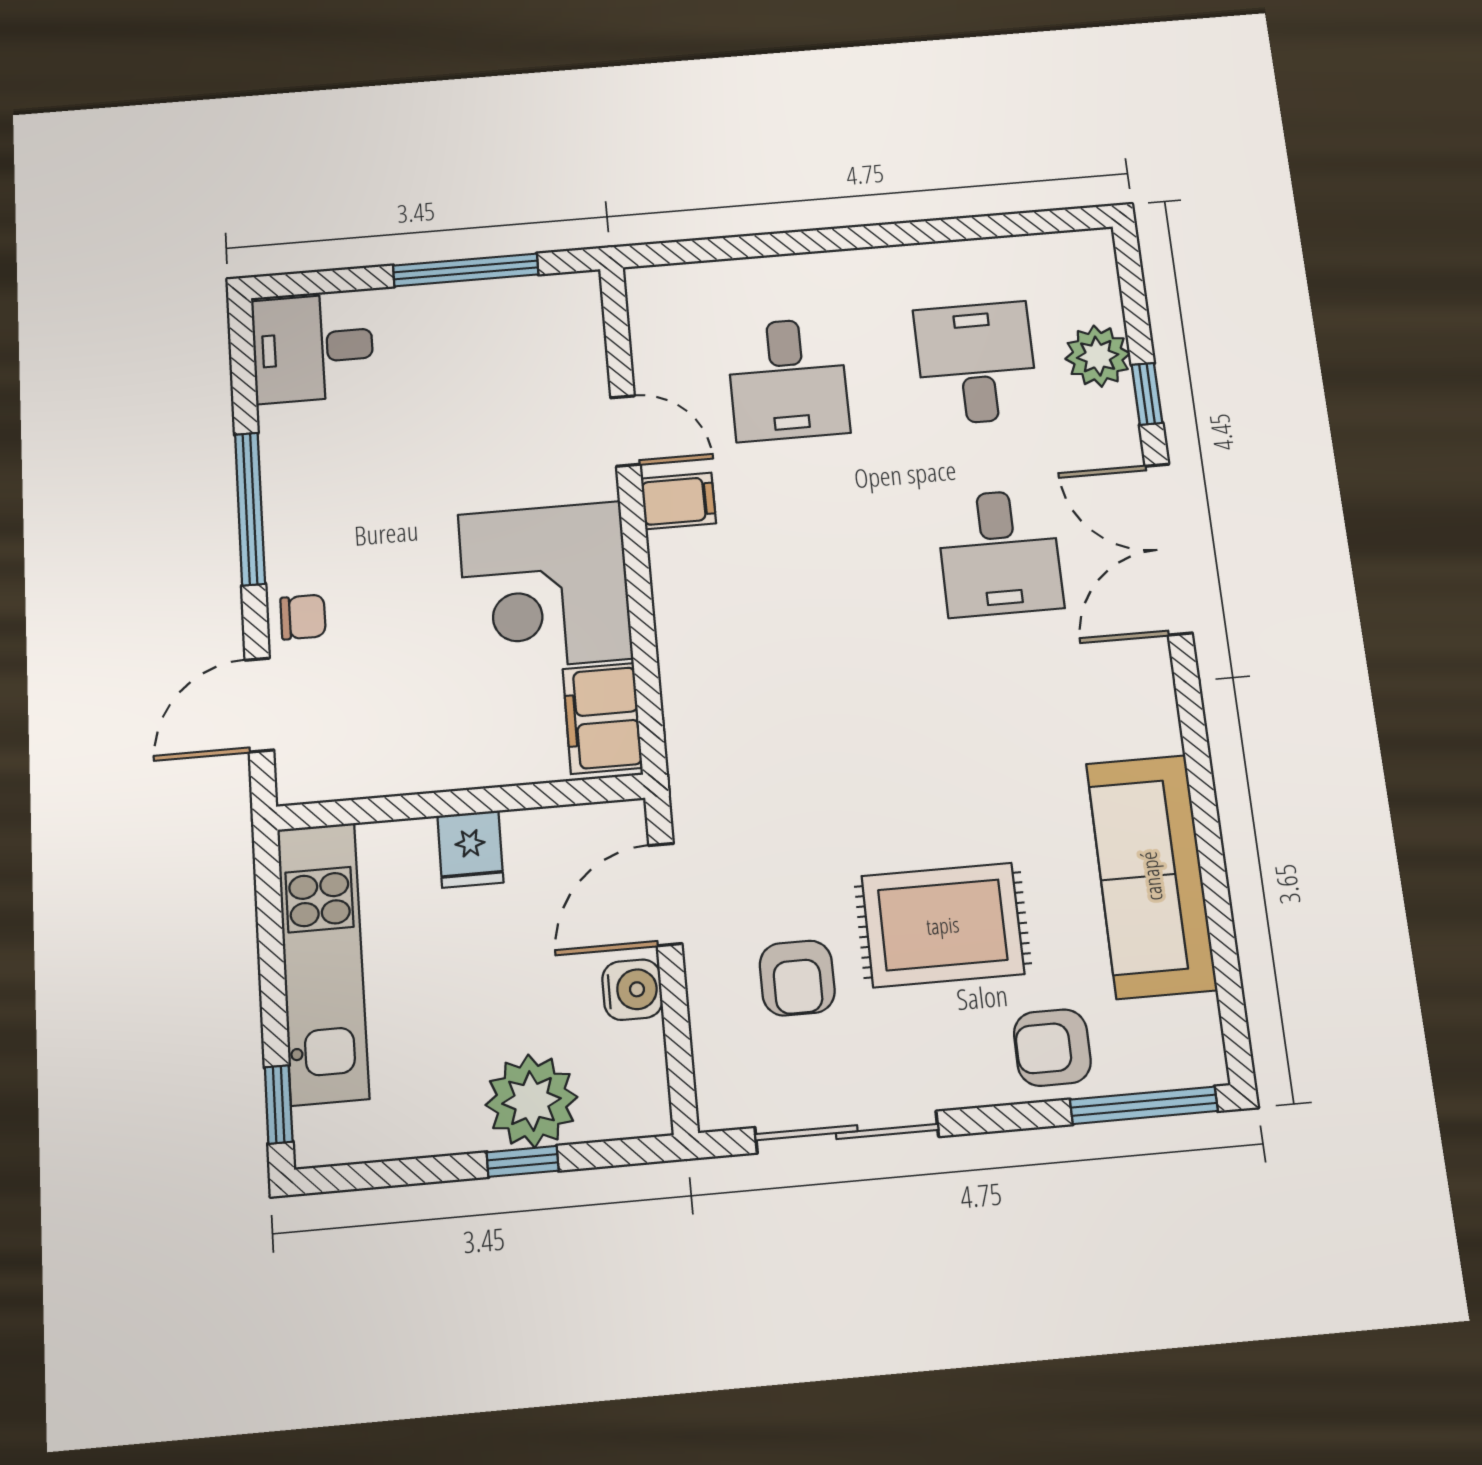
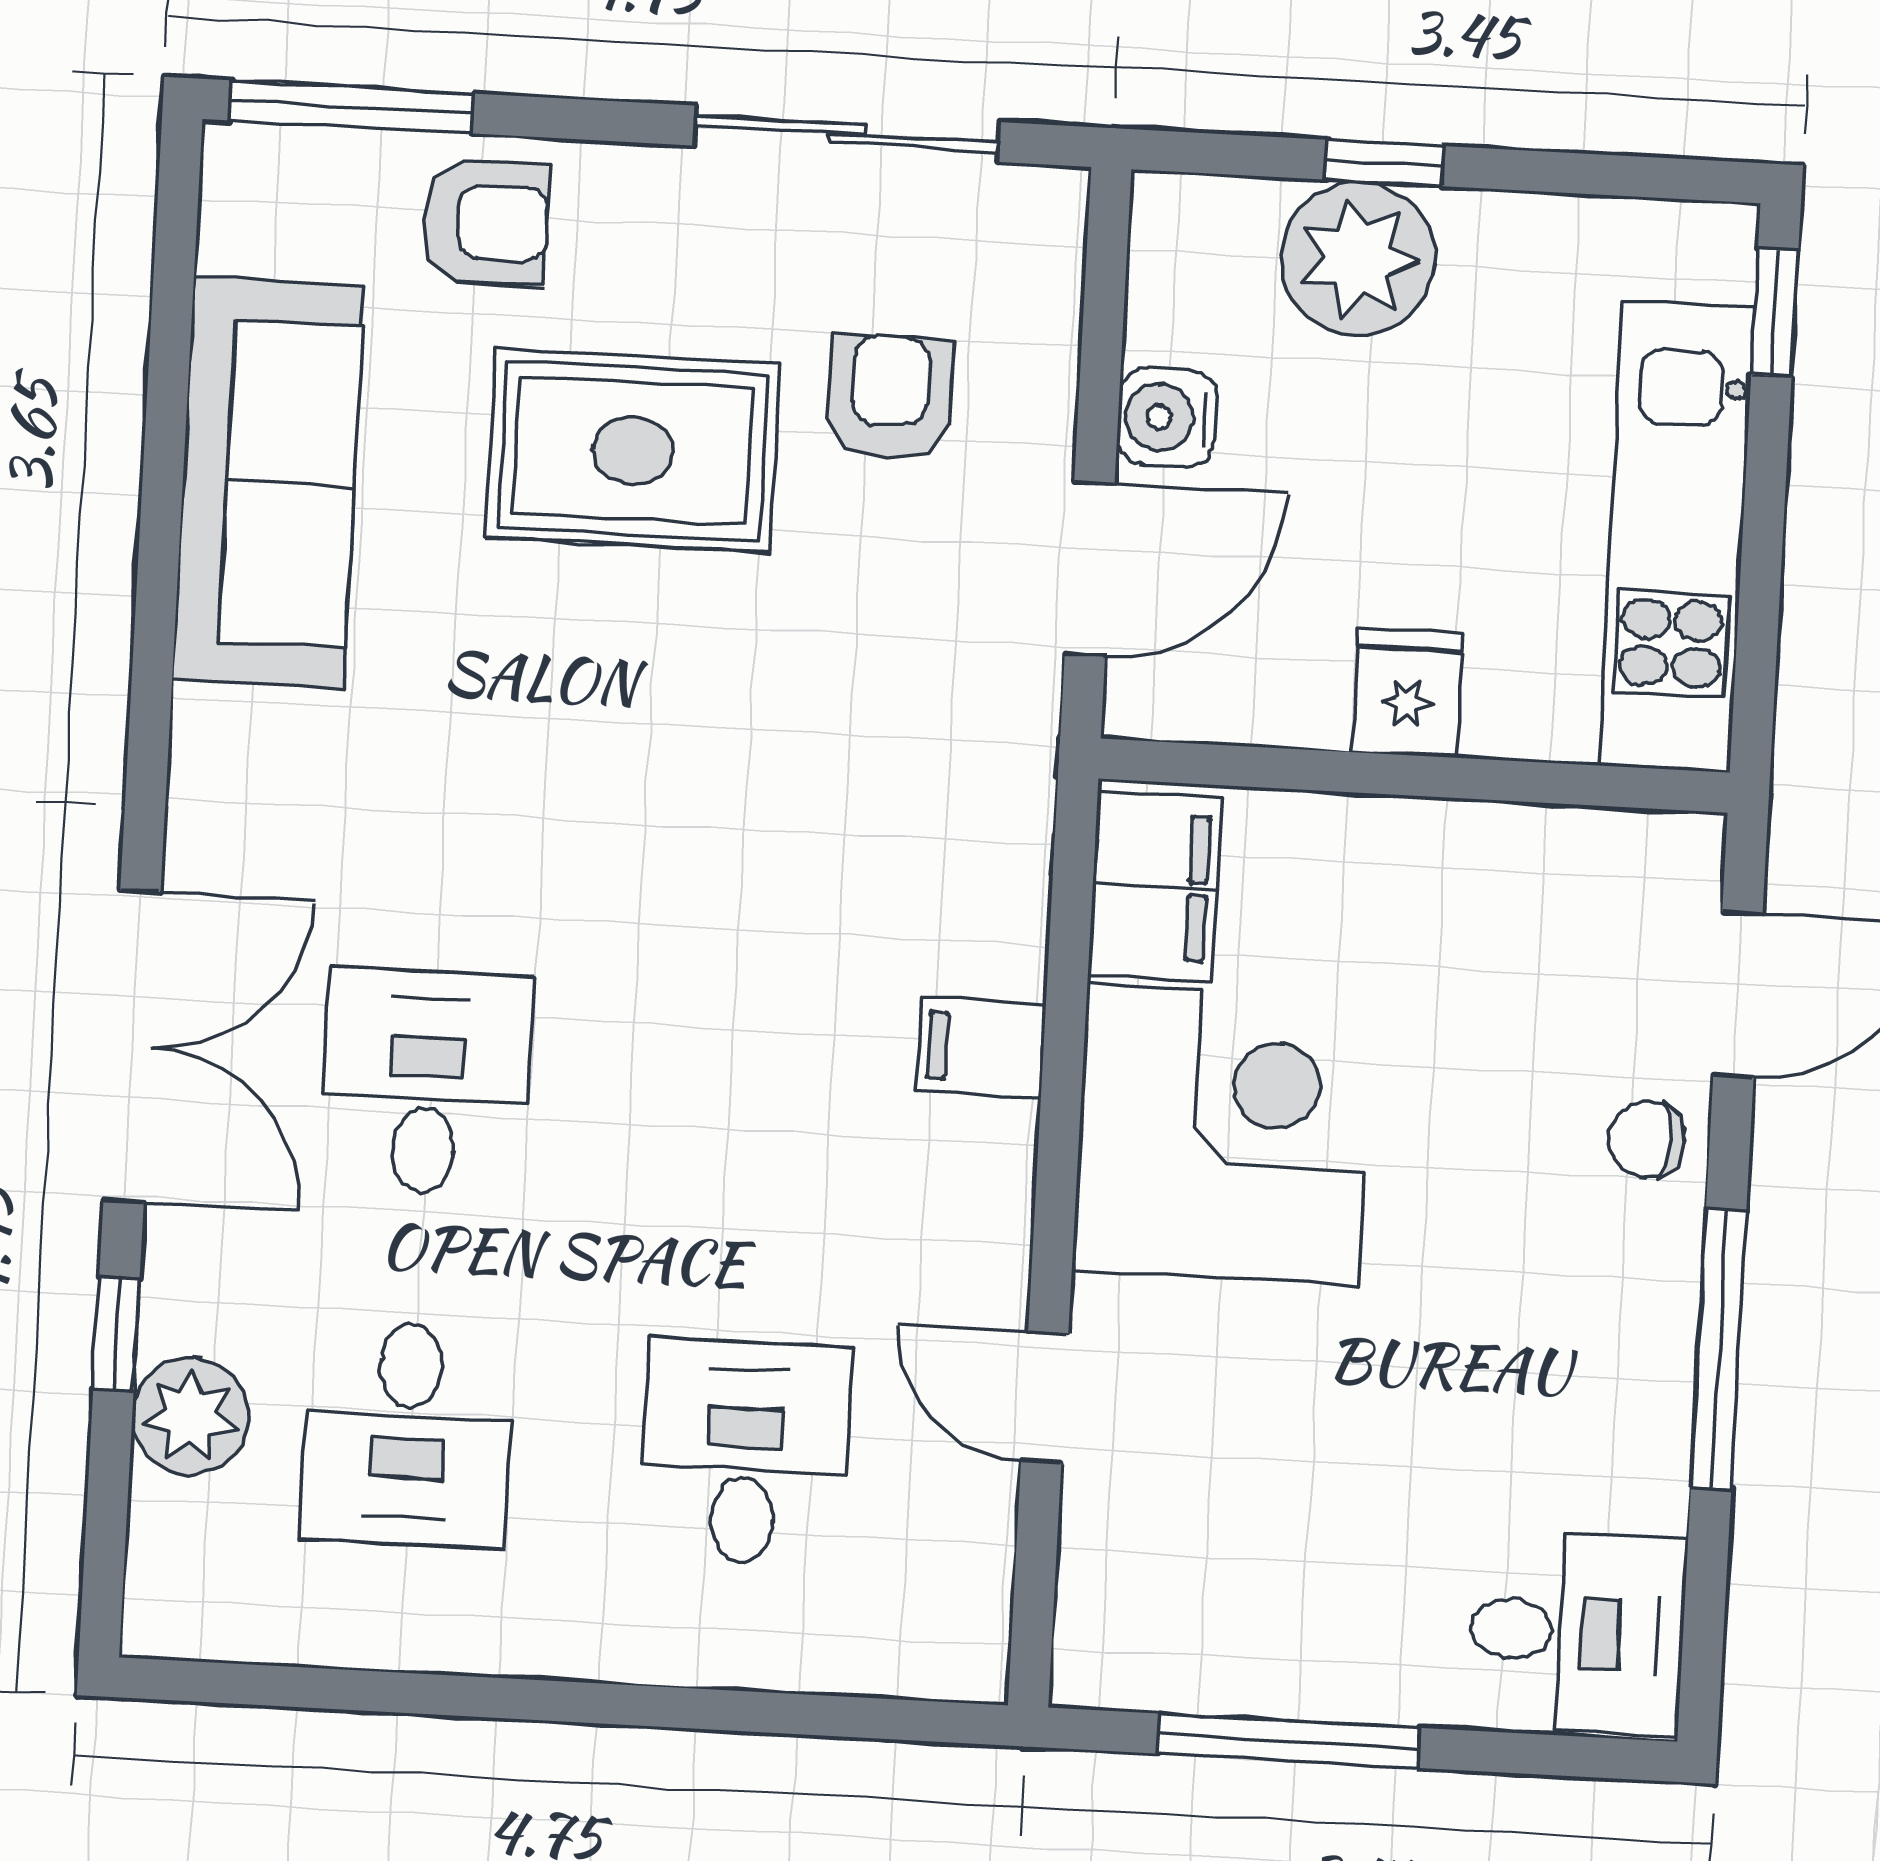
filing cabinet: (678, 501) -> (981, 1048), moved

